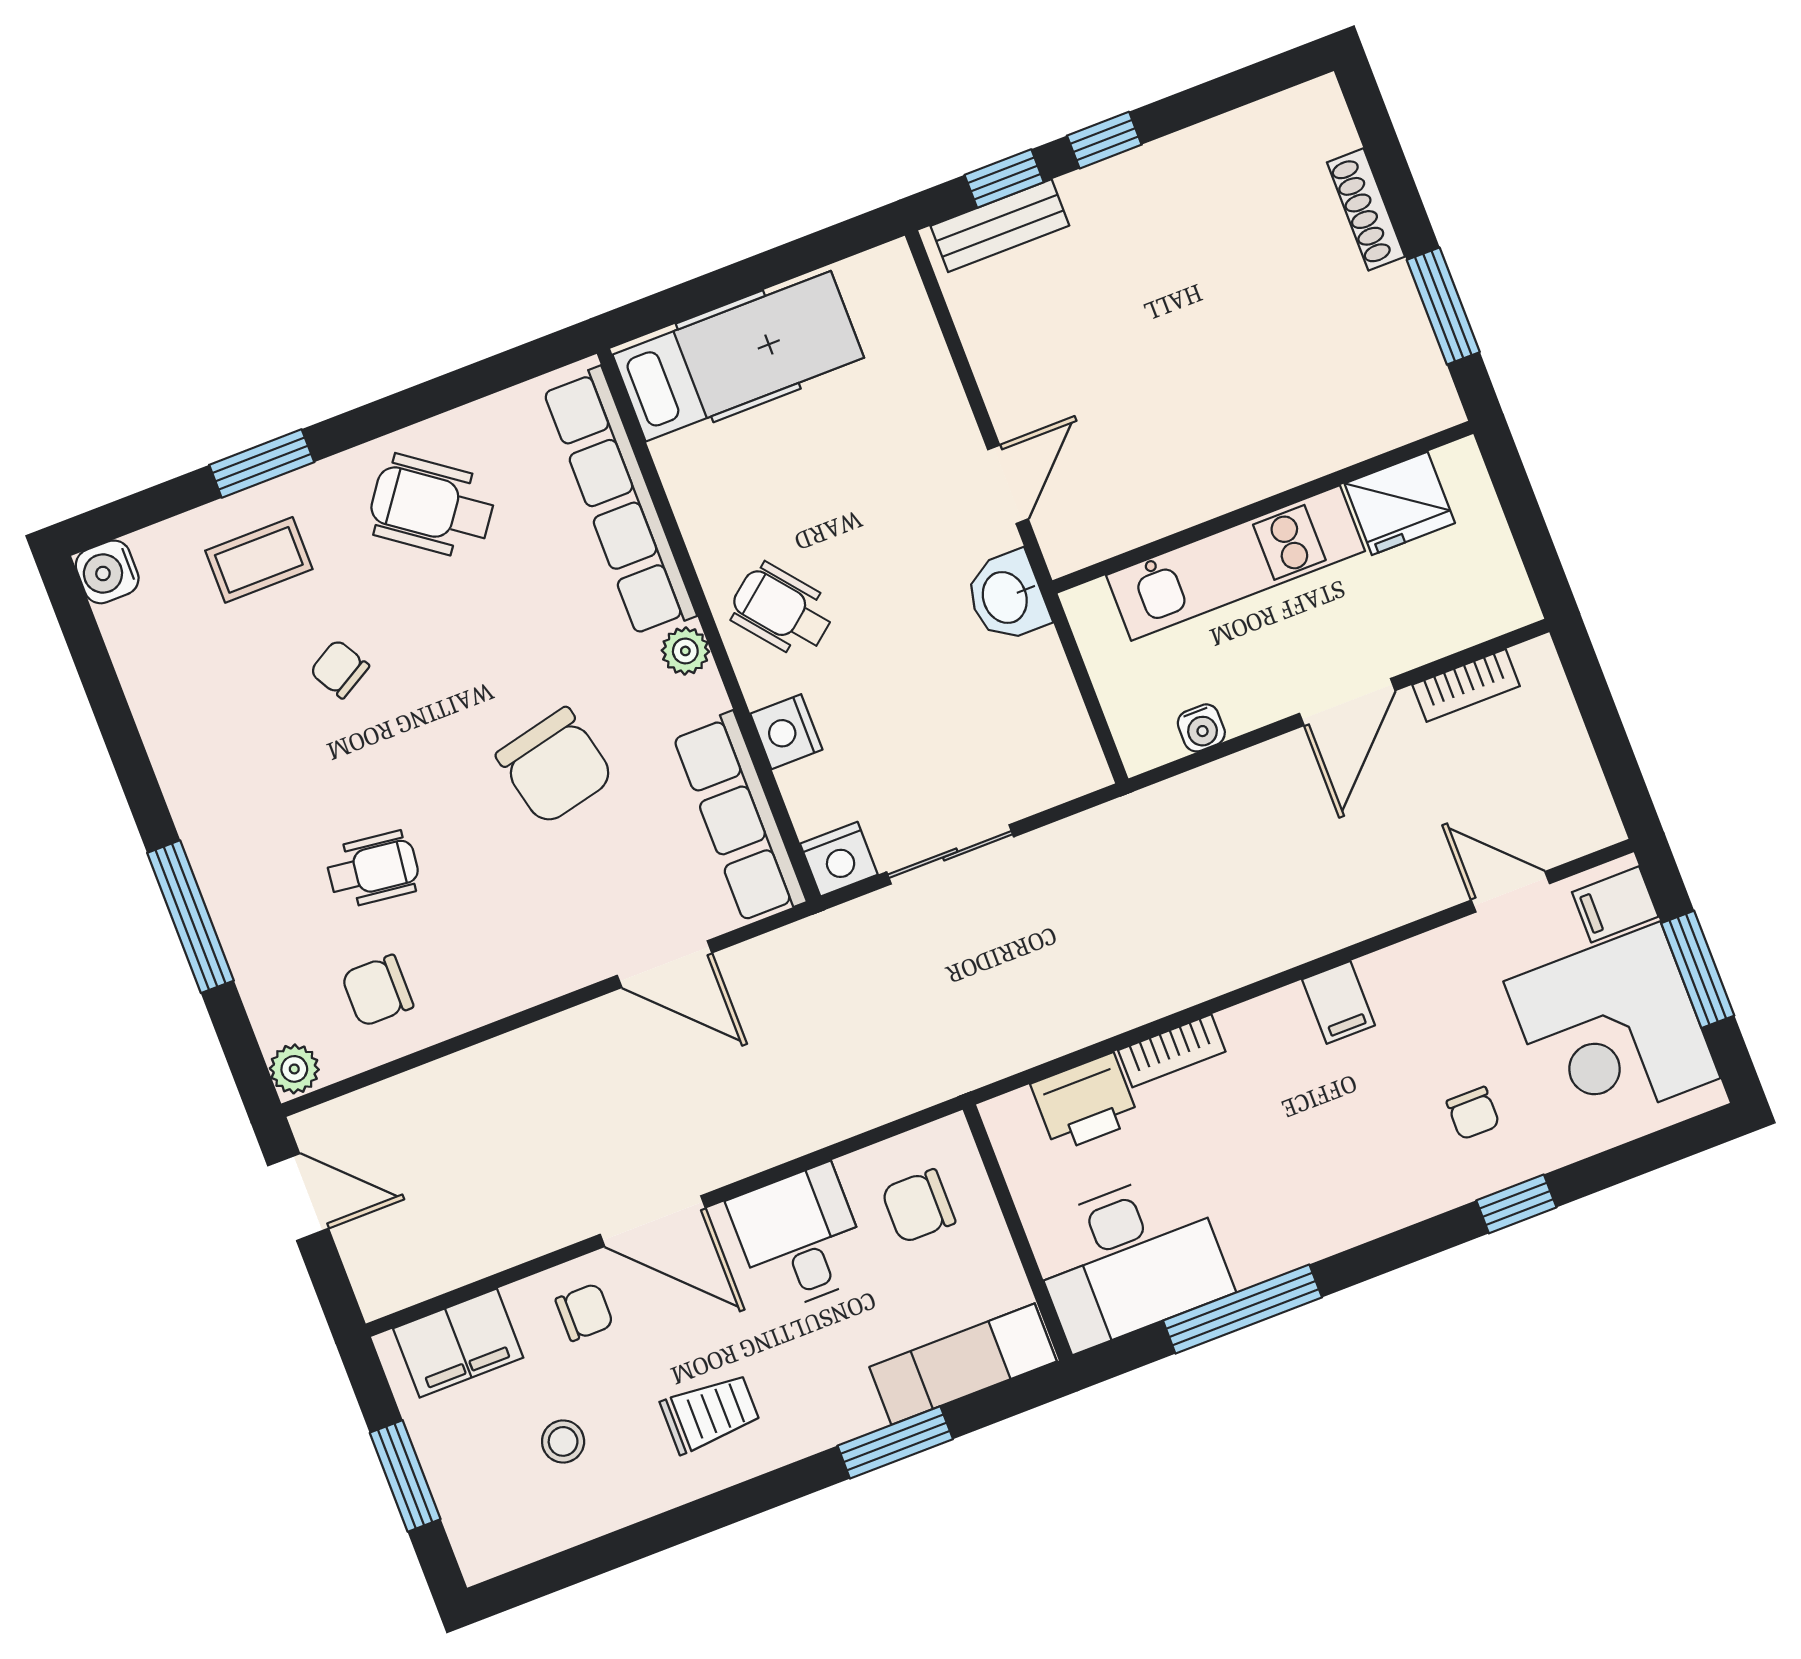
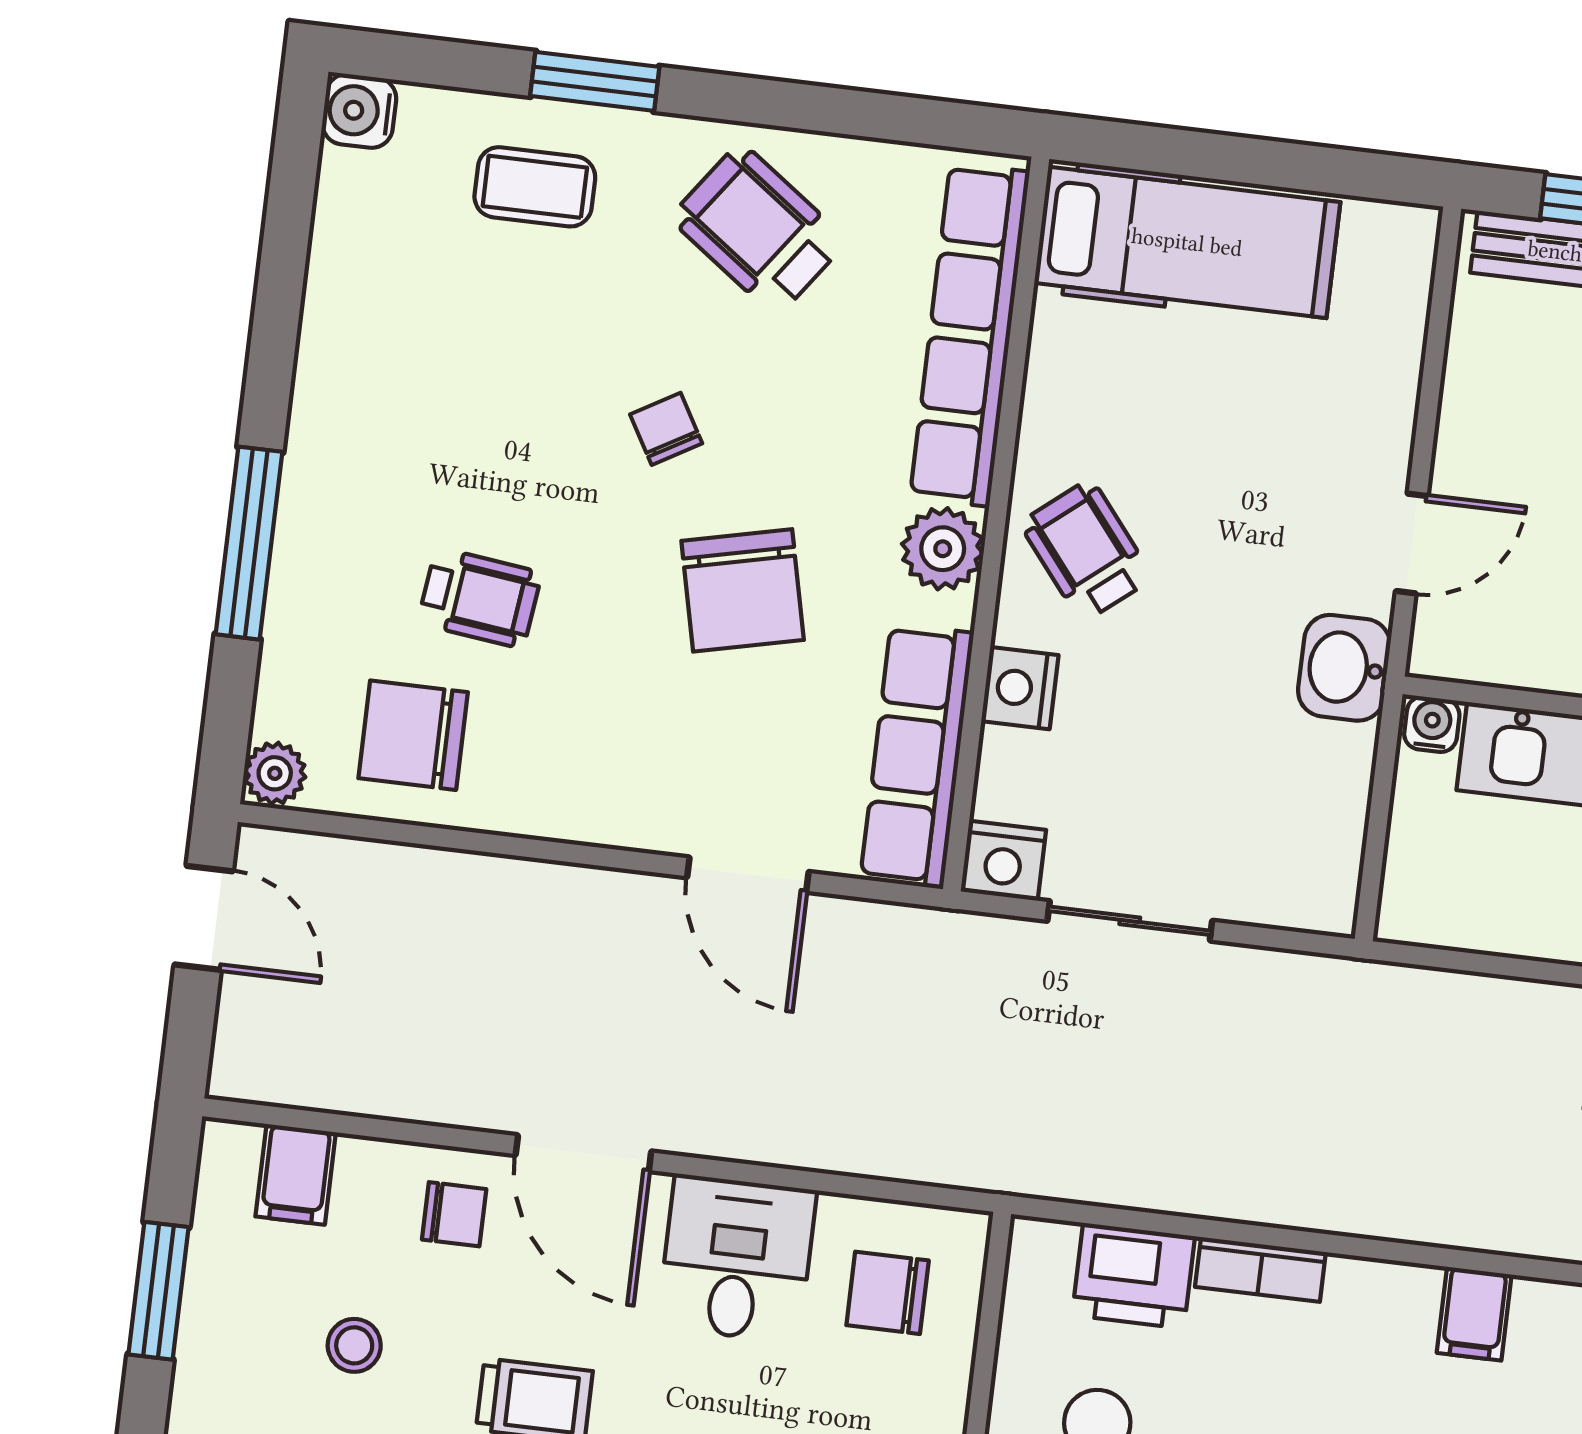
plant: (685, 651) -> (943, 549), width x1.38, depth x1.38
chair: (340, 669) -> (666, 429), moved
water cooler: (1201, 728) -> (1432, 724), moved, turned 180
chair: (377, 991) -> (413, 735), width x1.37, depth x1.37
filing cabinet: (458, 1343) -> (296, 1174), width x0.50

